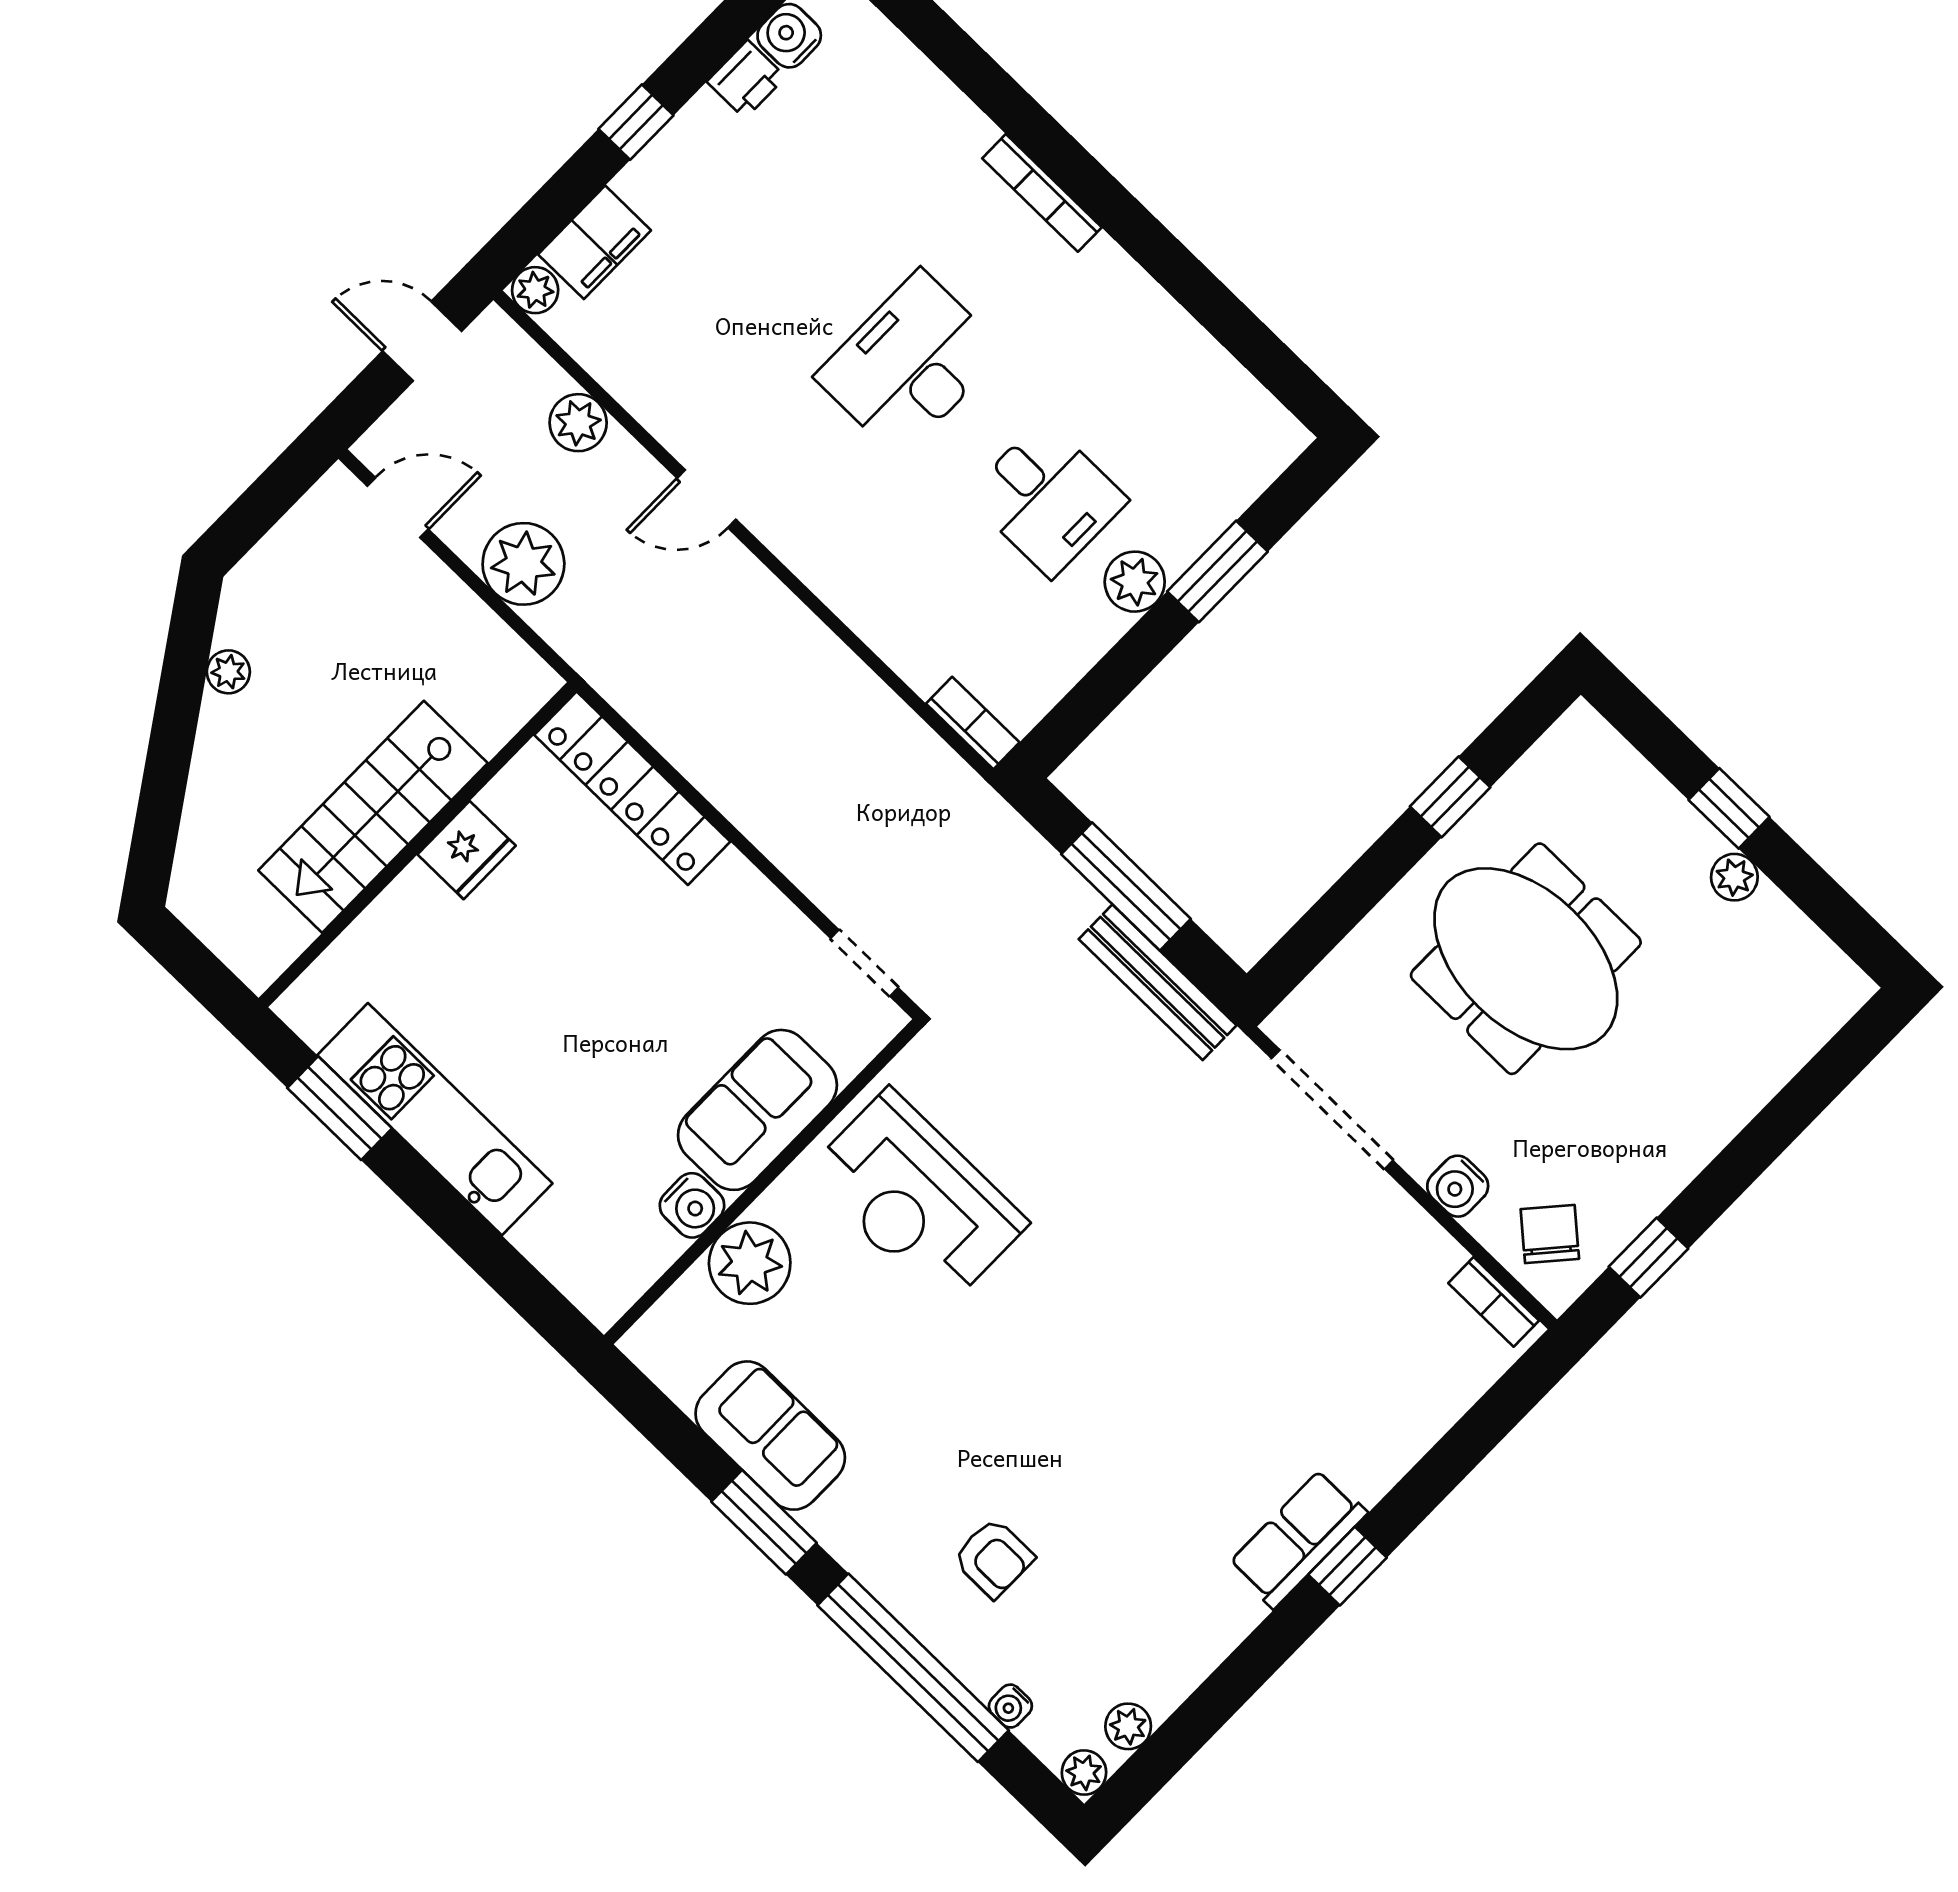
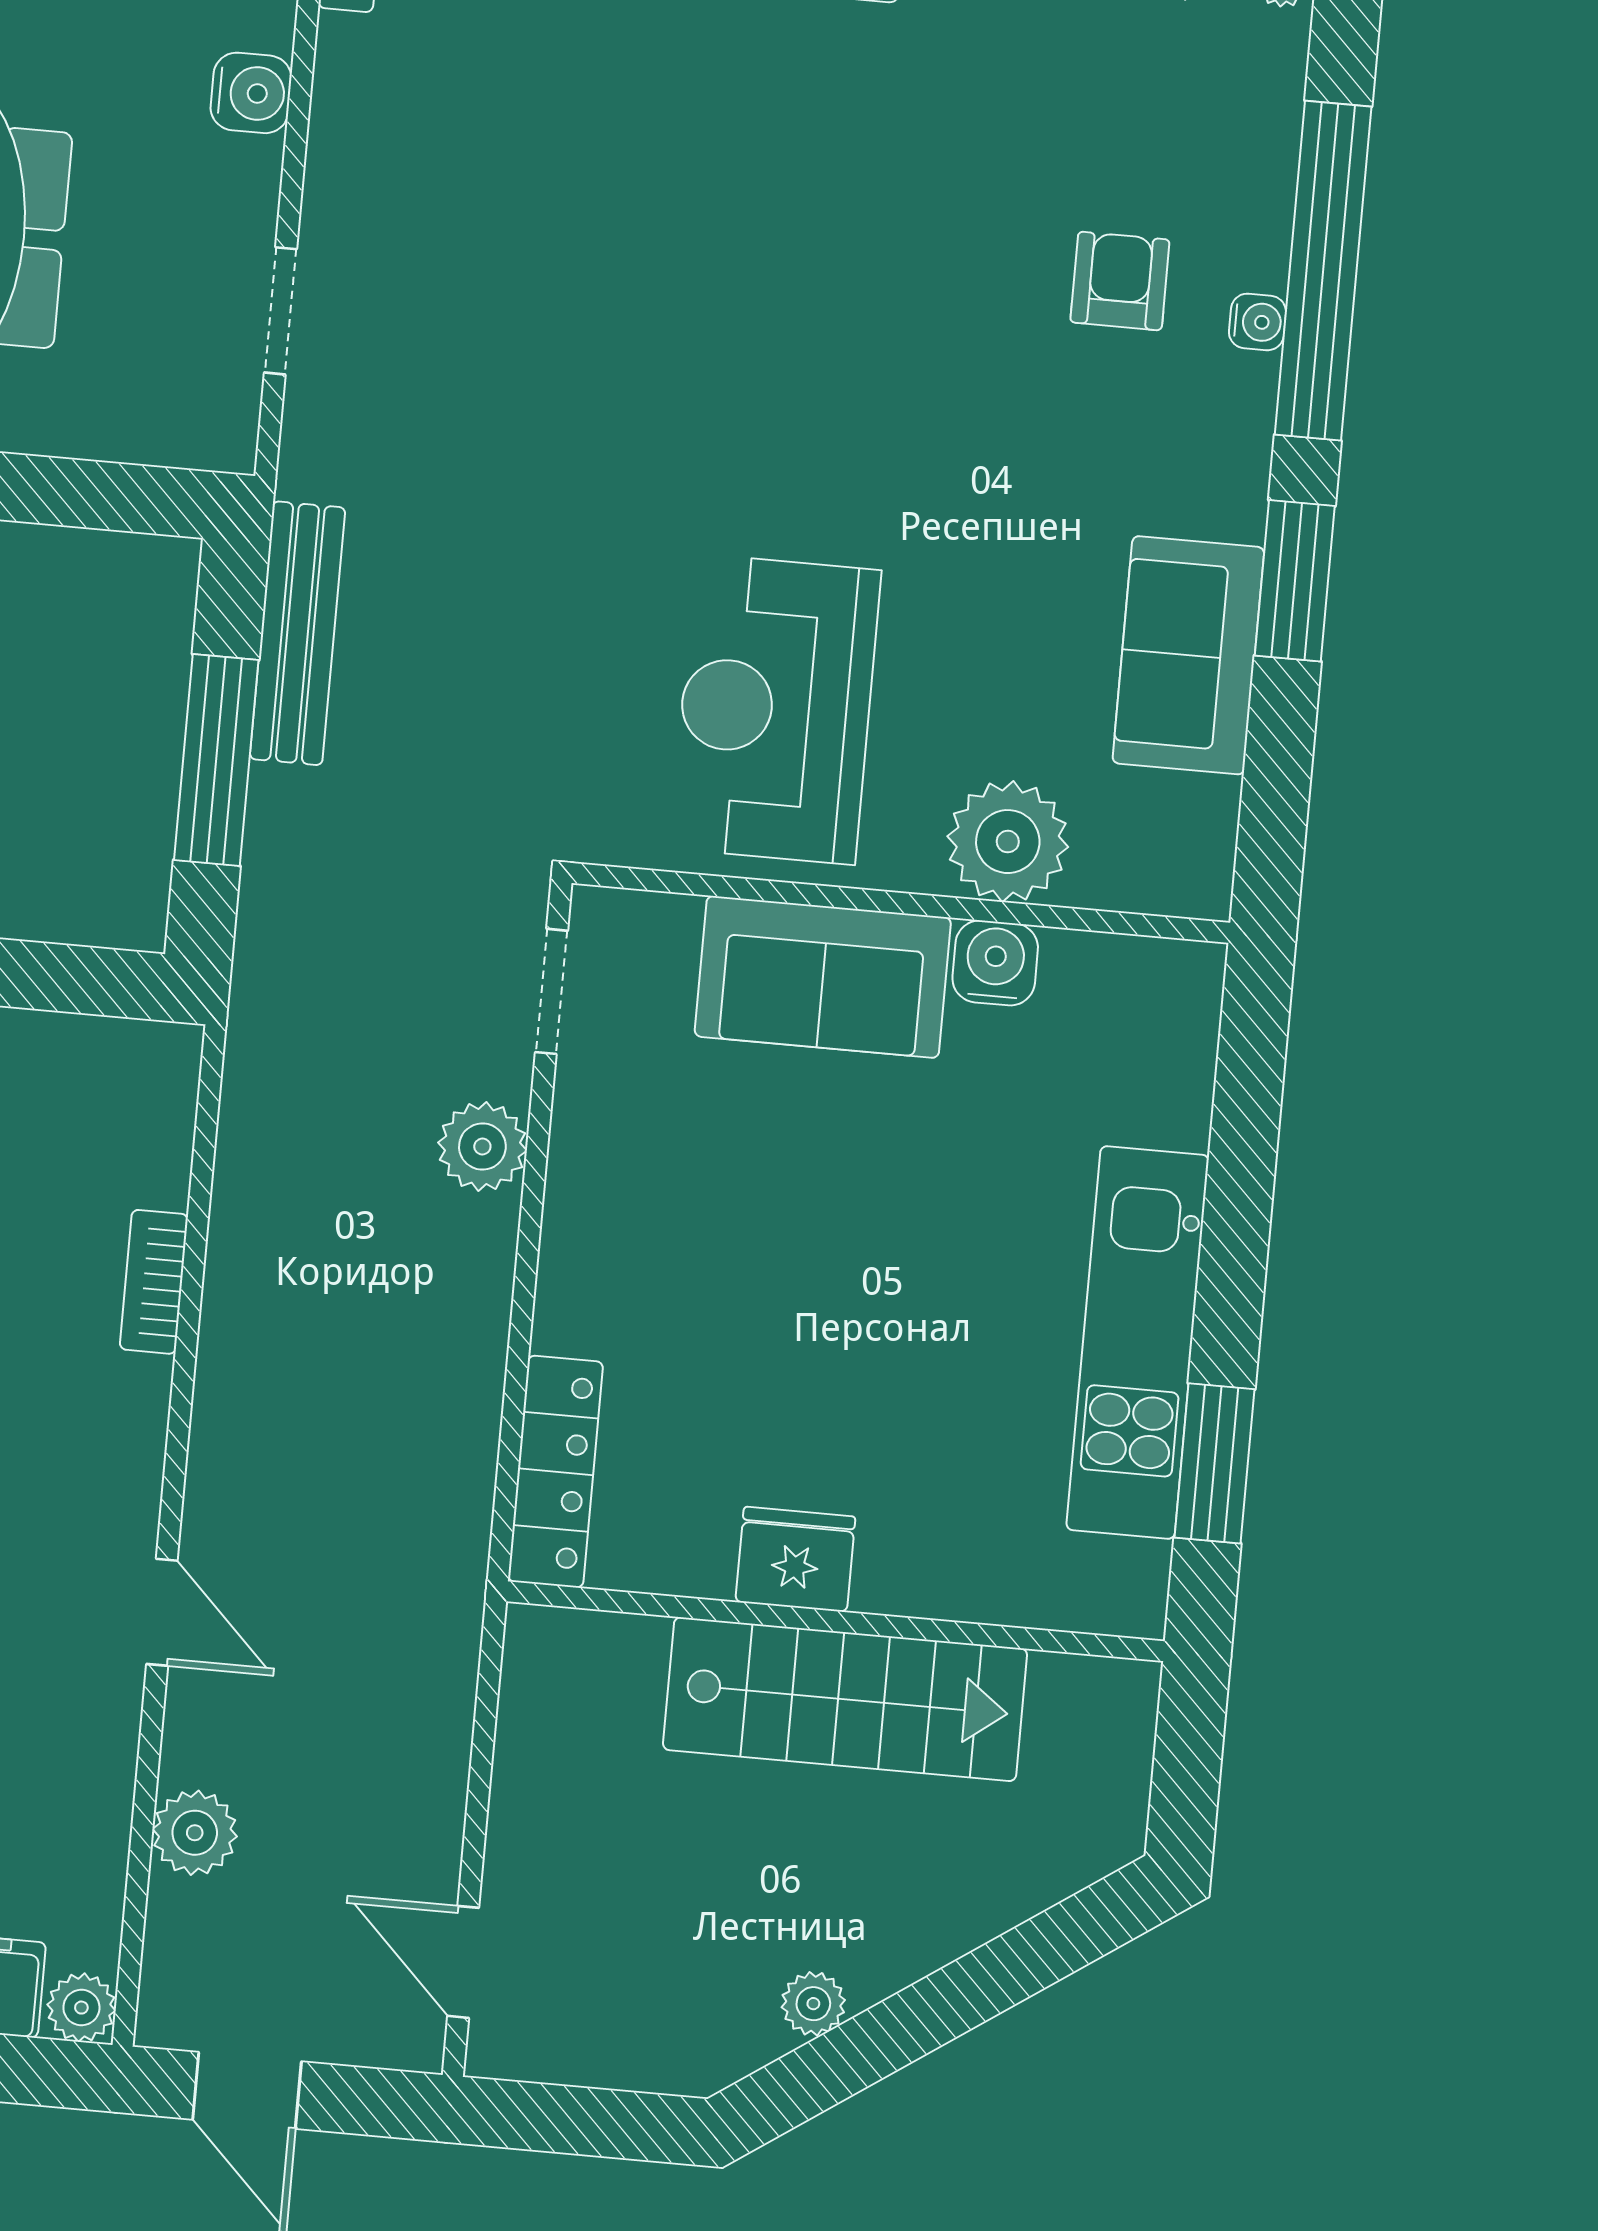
plant: (523, 564) -> (482, 1147), moved, width x0.73, depth x0.73
bookcase: (973, 723) -> (154, 1282), moved
locker: (632, 788) -> (556, 1472), width x0.71, depth x0.83
doorway: (1332, 1109) -> (280, 311), width x0.53
reception desk: (916, 1198) -> (775, 709), turned 180
water cooler: (1010, 1706) -> (1257, 322), moved

